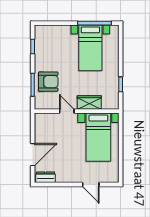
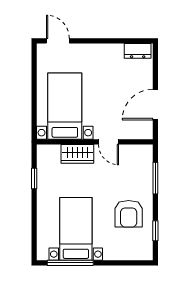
armchair: (48, 82) -> (129, 214), moved, turned -90
door: (33, 155) -> (155, 105), moved
door: (91, 184) -> (58, 41), moved

